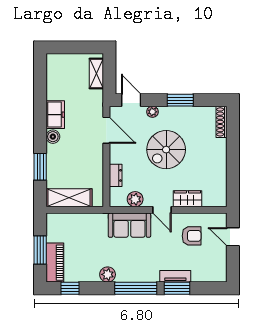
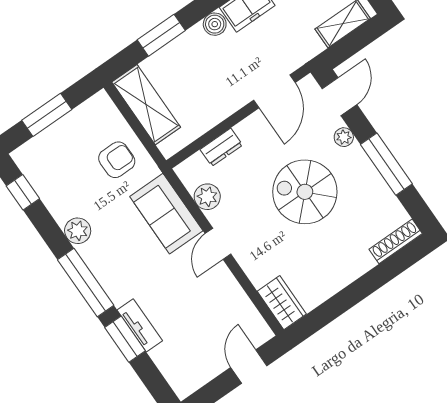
window: (180, 100) -> (386, 164), width x1.44
wardrobe: (187, 199) -> (282, 303), moved
armchair: (192, 236) -> (117, 160), moved, turned -90
piano: (55, 263) -> (44, 147), removed

